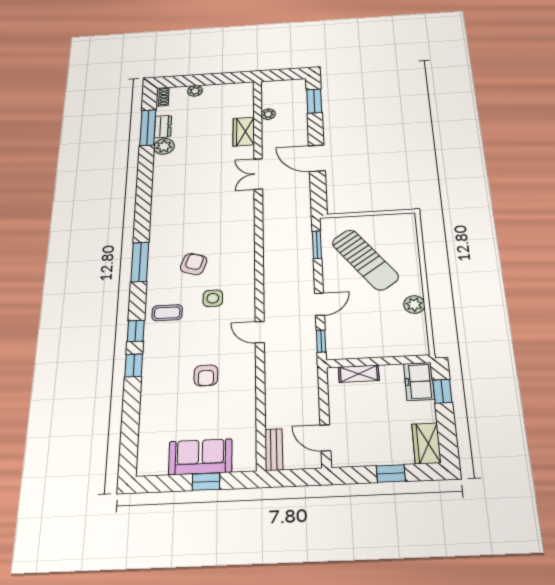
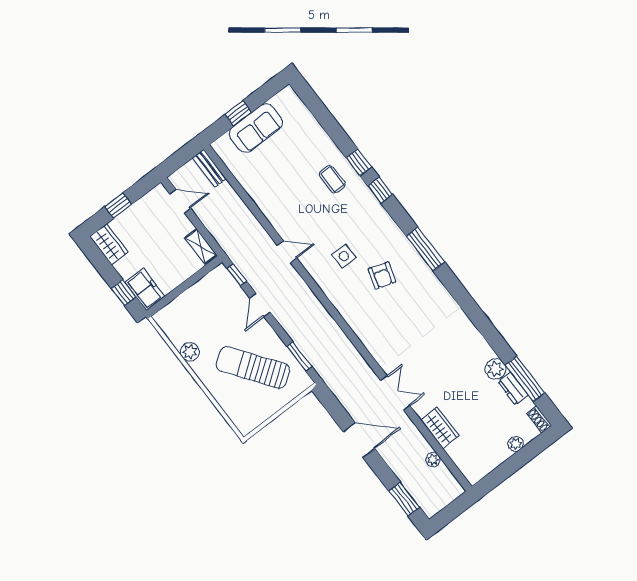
coffee table: (167, 313) -> (332, 179), moved, turned 90
shelving: (359, 374) -> (201, 246), moved, turned 90
armchair: (206, 375) -> (300, 191), removed

